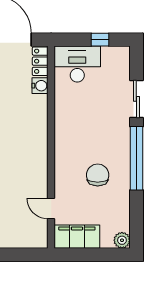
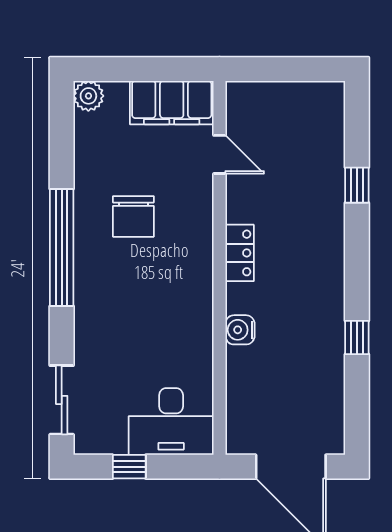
locker: (40, 61) -> (240, 253), moved
water cooler: (40, 86) -> (240, 330), moved
sliding door: (136, 99) -> (62, 400), moved

